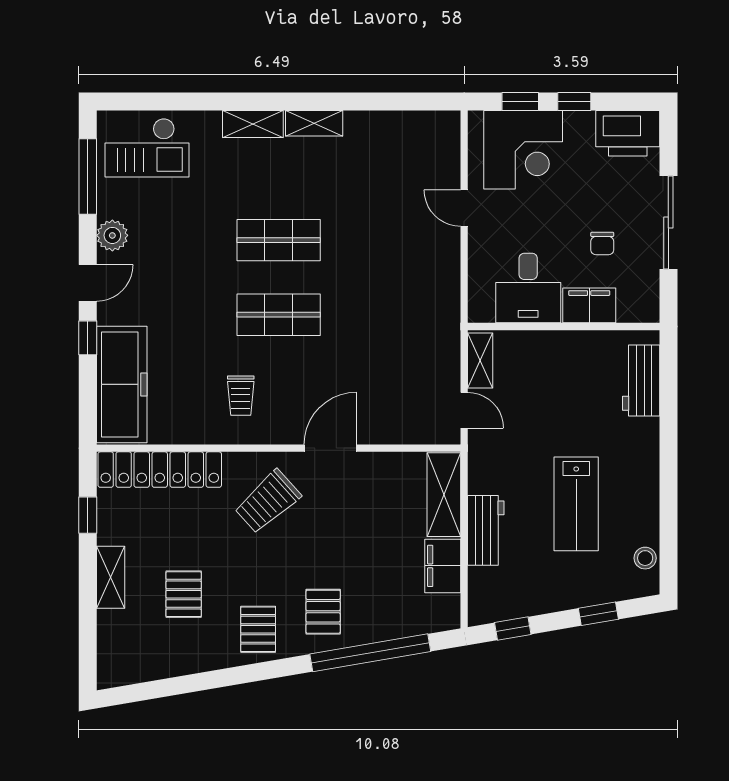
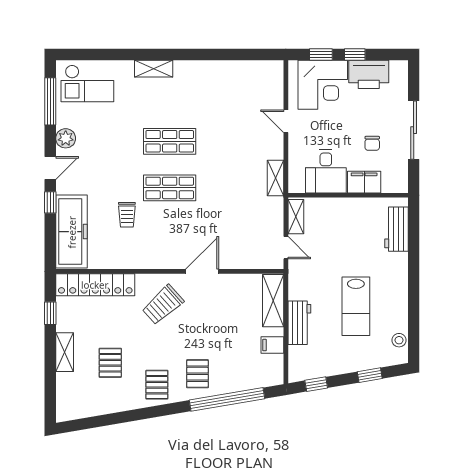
shelving: (314, 123) -> (276, 178), moved, turned 90
printer: (628, 133) -> (369, 74), moved
trolley: (241, 396) -> (127, 215), moved
filing cabinet: (443, 566) -> (272, 345), width x0.50

